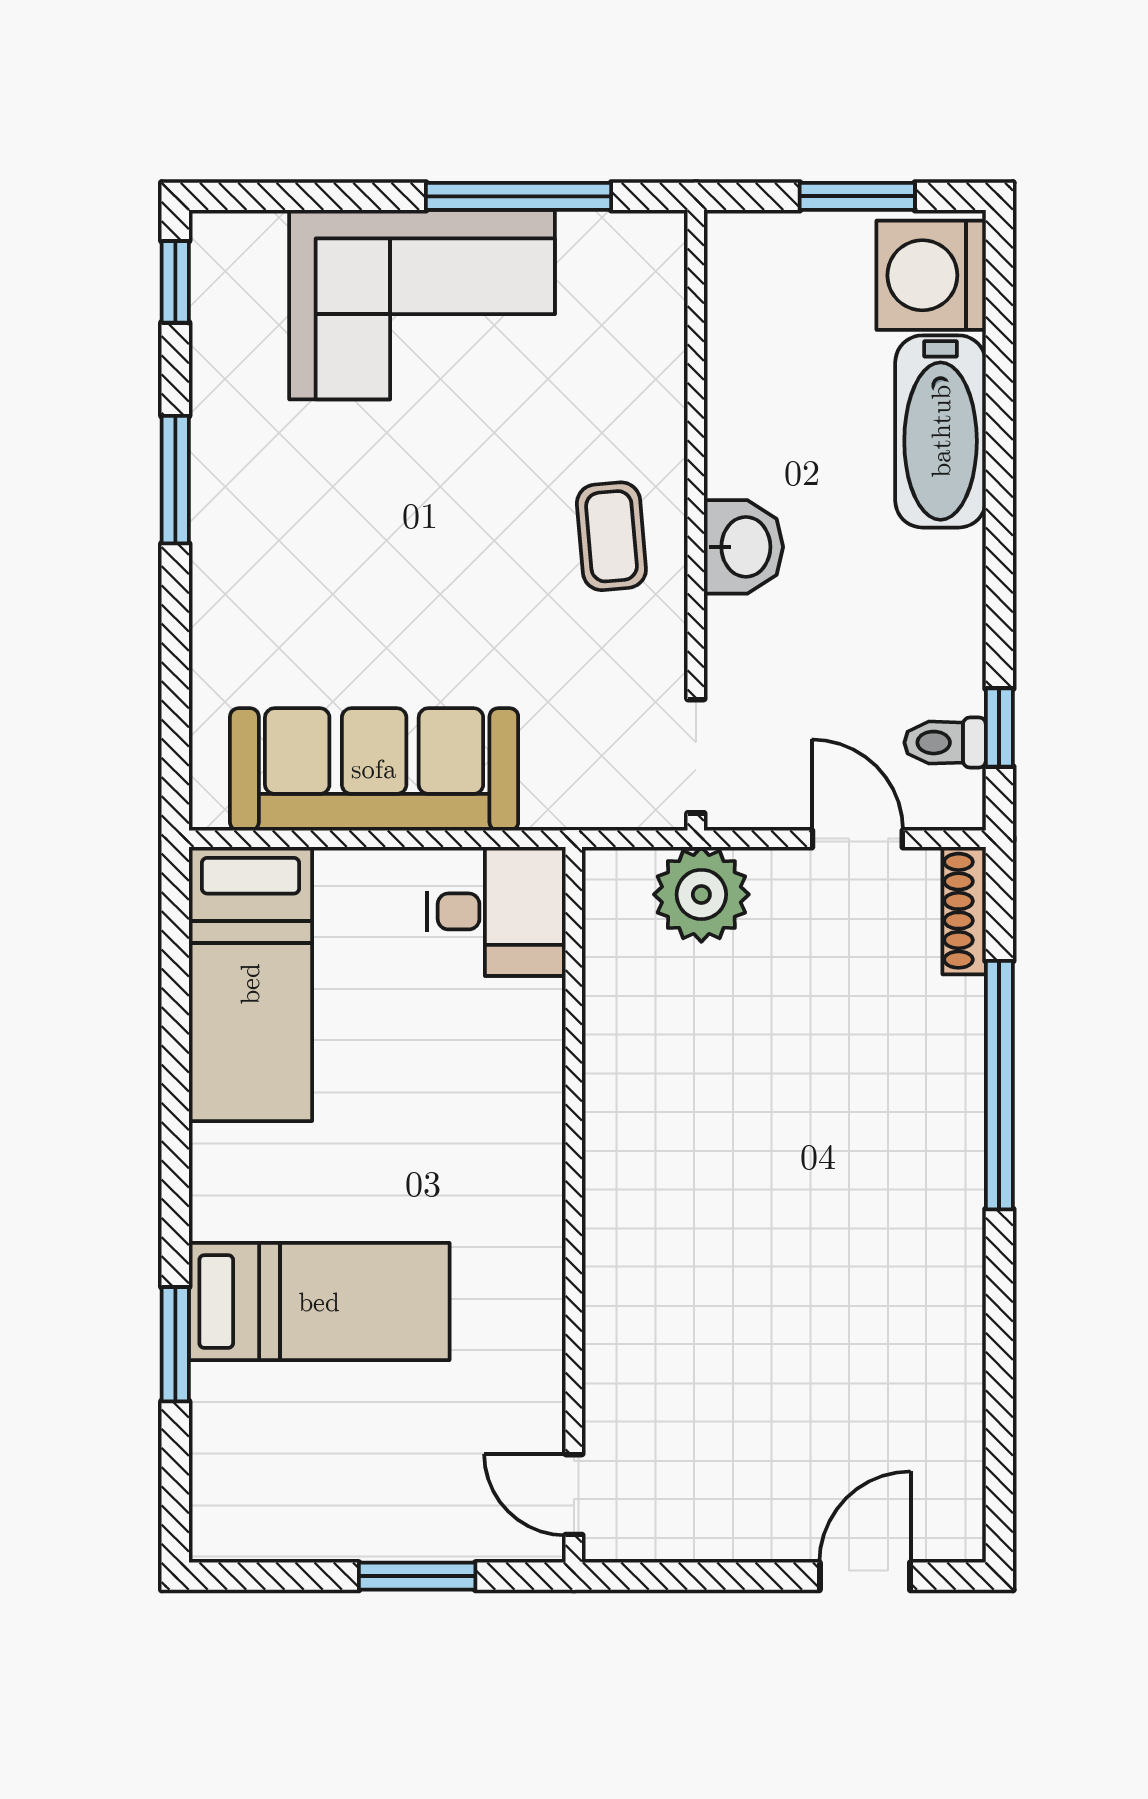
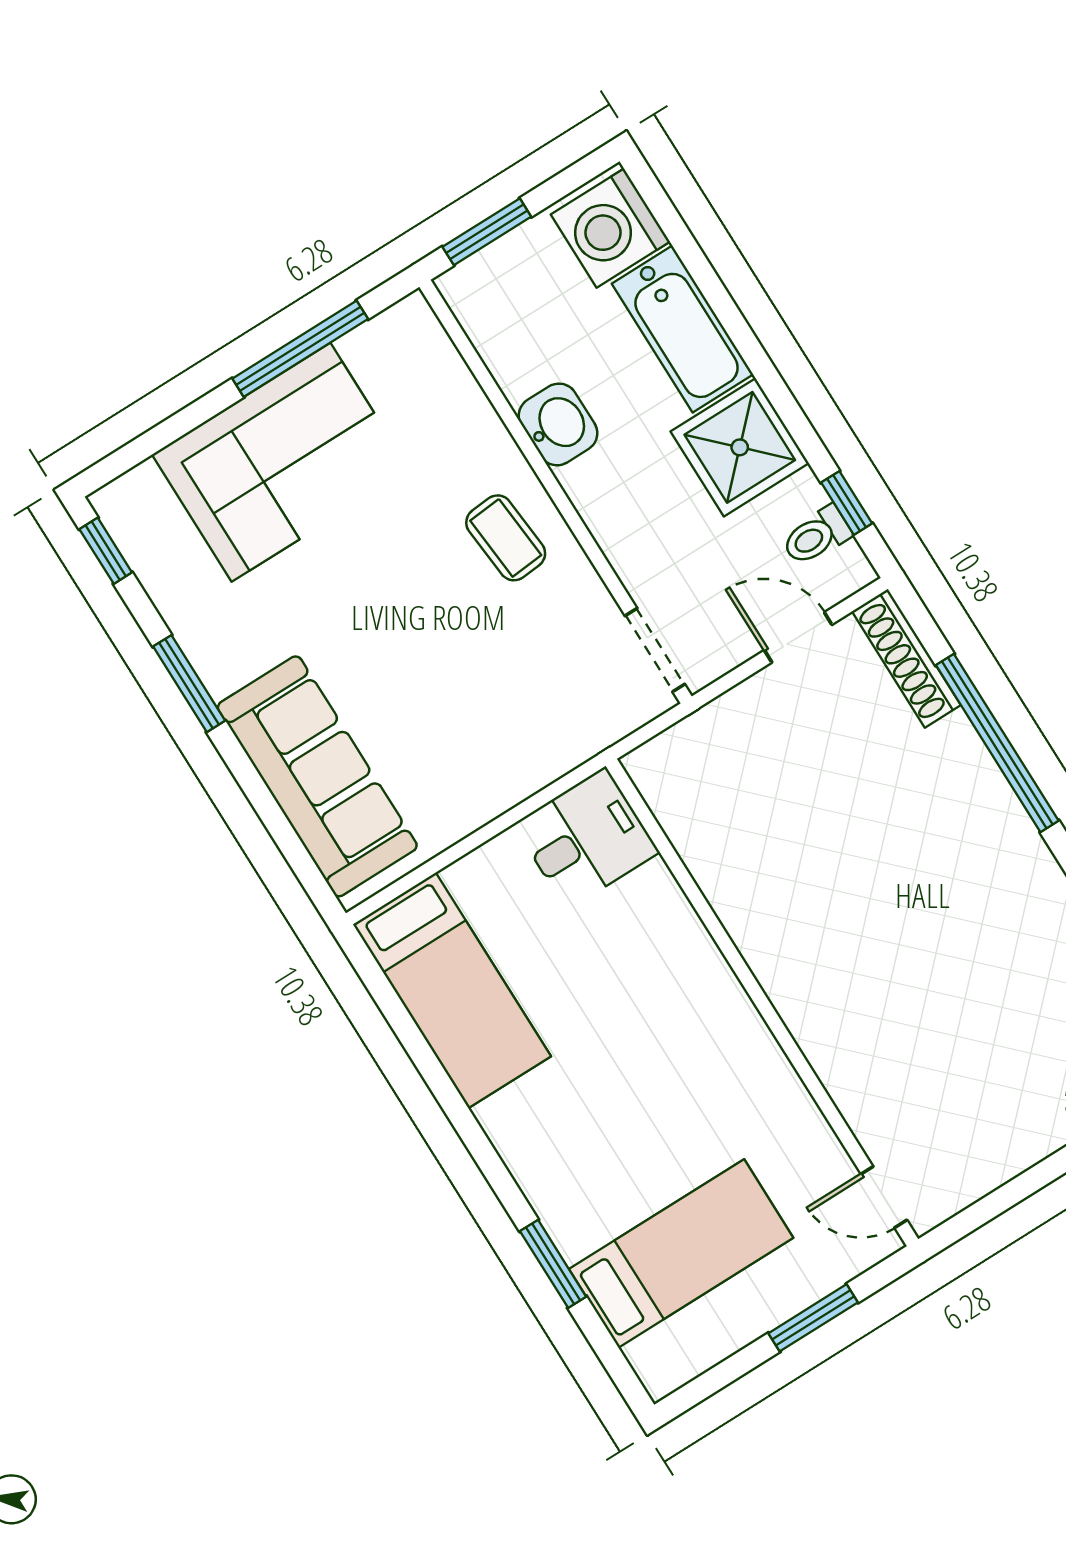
window: (857, 196) -> (487, 232), moved
washbasin: (743, 547) -> (558, 424), moved
shower: (922, 596) -> (740, 447), added
sofa: (374, 769) -> (317, 776), moved, turned 90
plant: (701, 894) -> (717, 740), removed
shoe rack: (964, 911) -> (906, 658), width x1.36, depth x1.24
bed: (319, 1302) -> (681, 1253), moved

